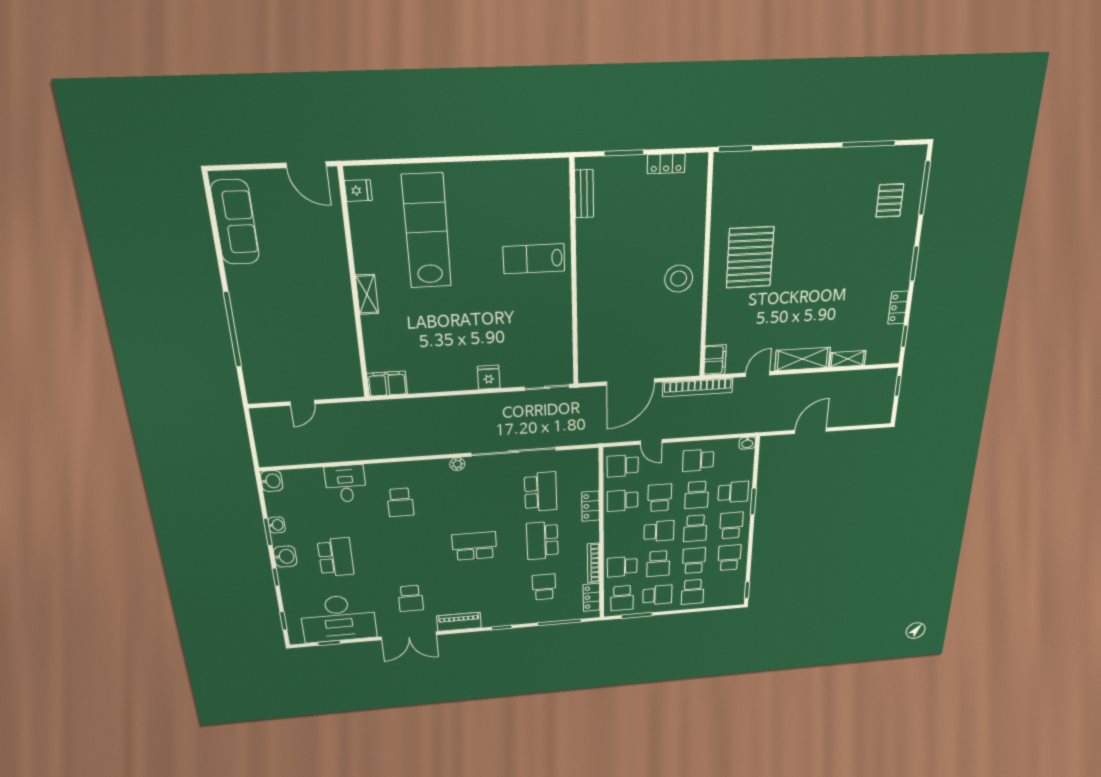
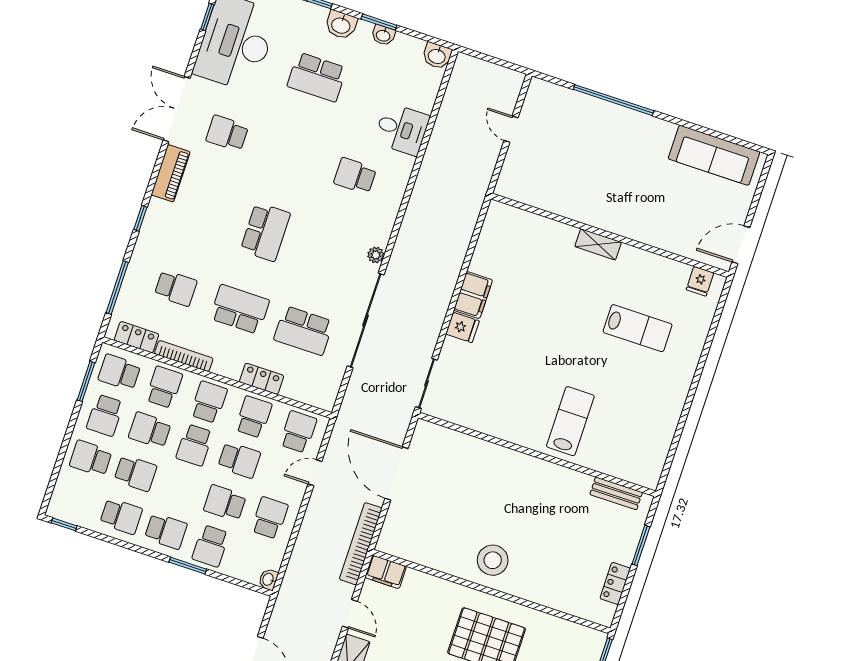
lab bench: (427, 231) -> (638, 328), width x0.54, depth x0.72
filing cabinet: (387, 384) -> (473, 295), moved
school desk: (695, 528) -> (209, 402), moved, turned 90

